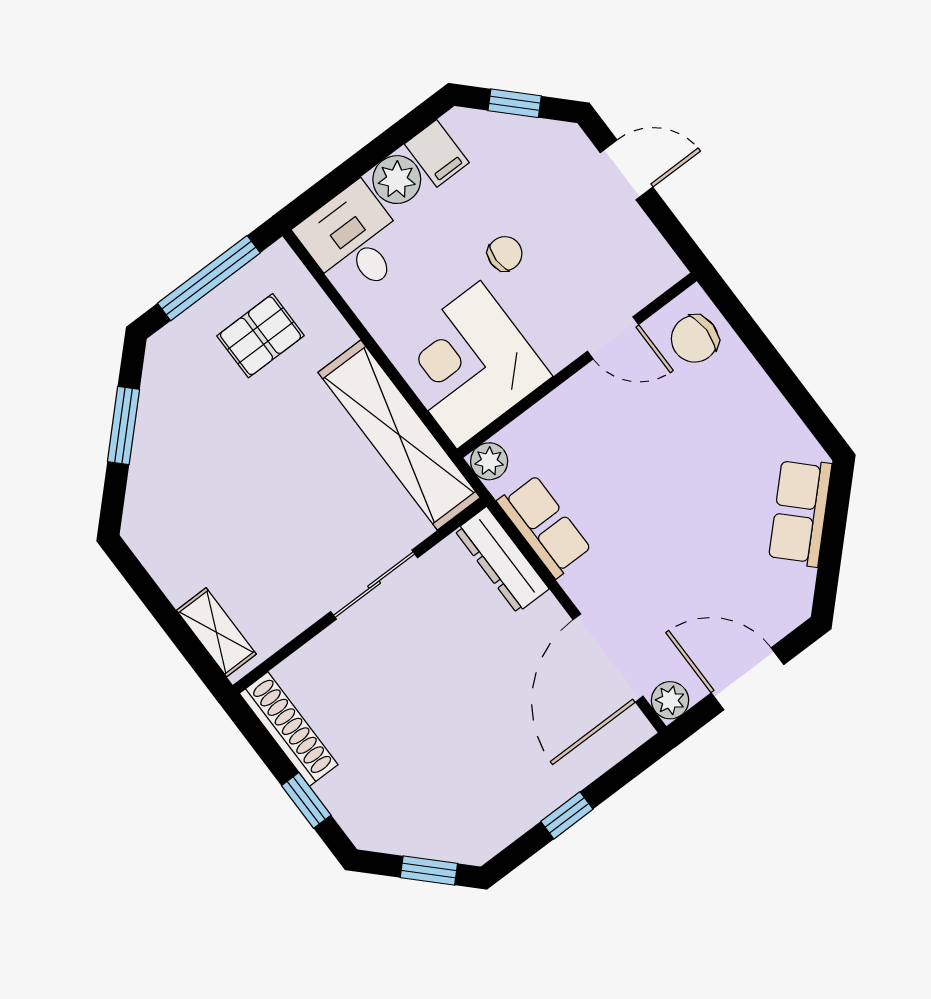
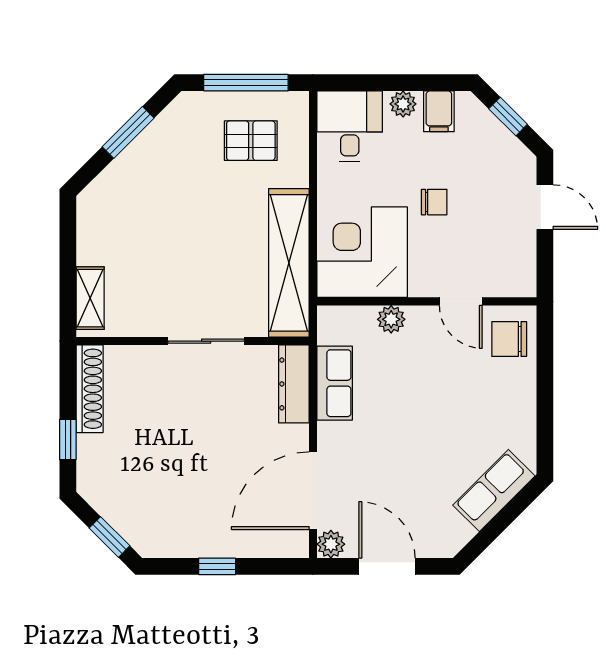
plant: (397, 180) -> (403, 104), width x0.73, depth x0.73
plant: (489, 461) -> (391, 319), moved

